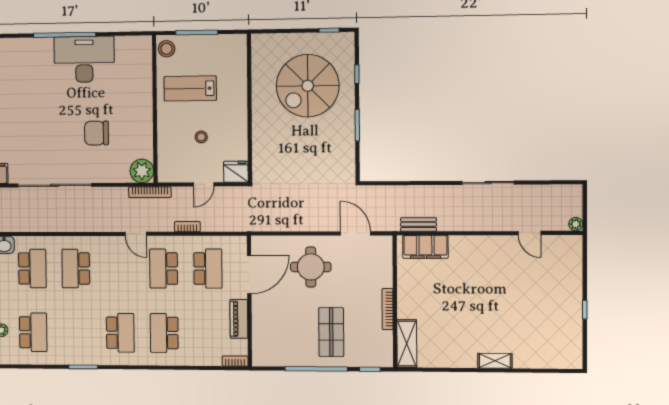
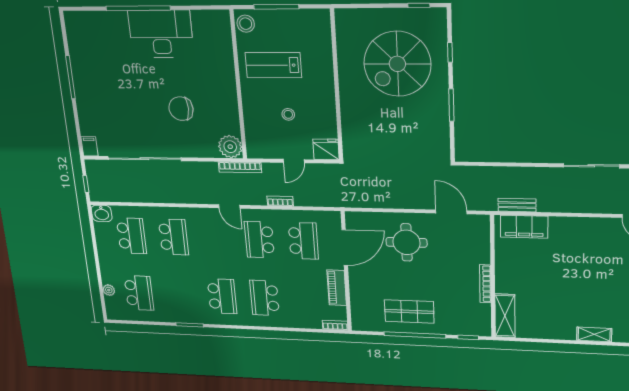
school desk: (76, 268) -> (173, 237), turned 180
shop shelf: (331, 332) -> (409, 311), moved, turned 90

